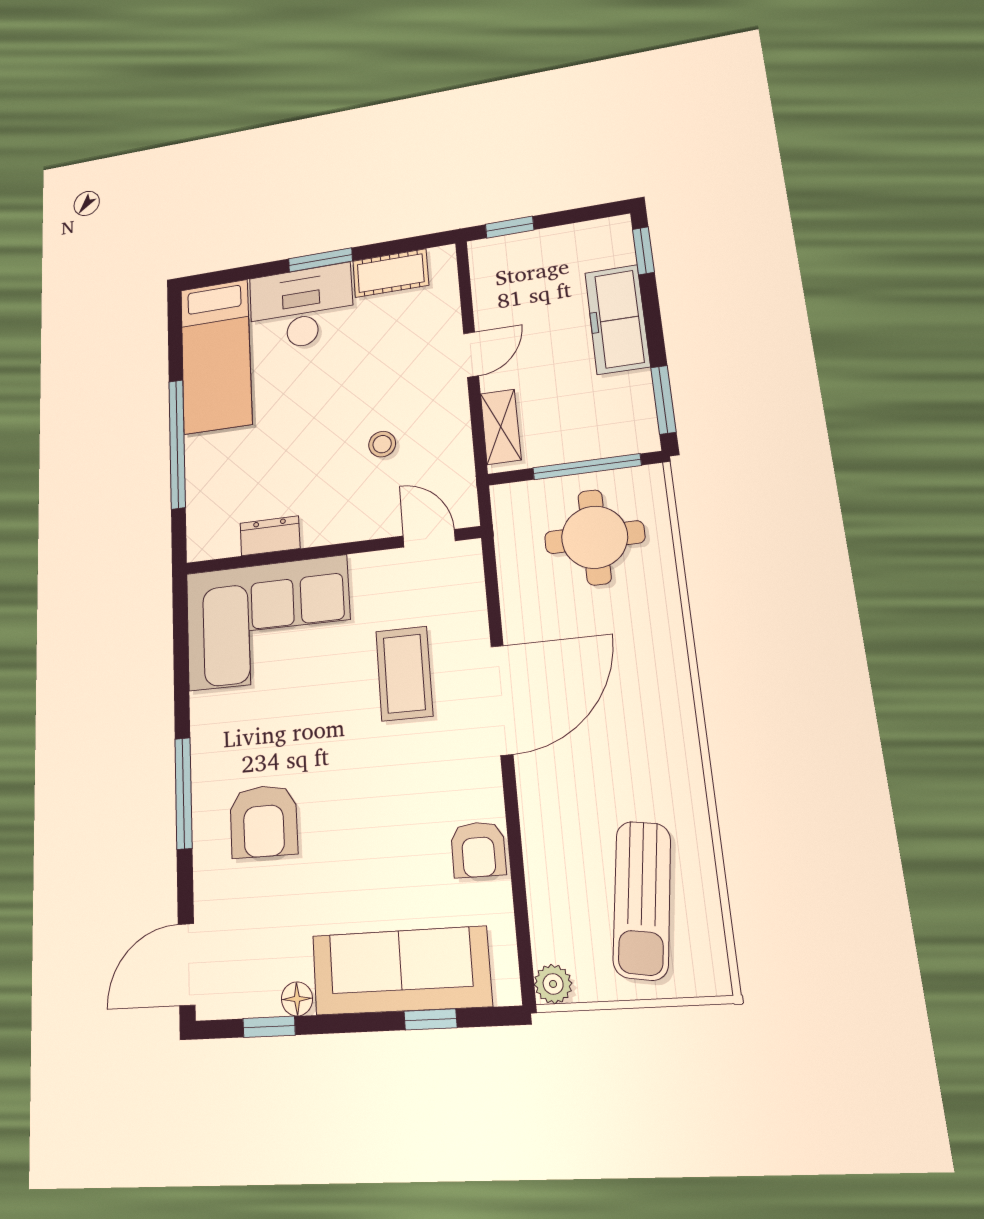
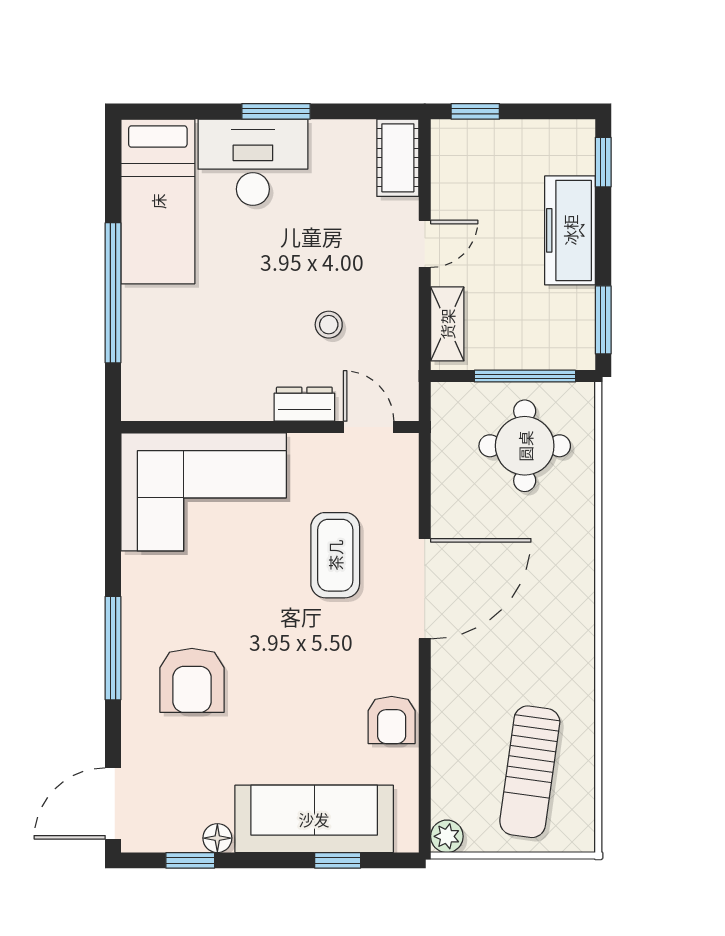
cot: (391, 273) -> (398, 158), moved, turned 90
dresser: (270, 536) -> (304, 404), moved

